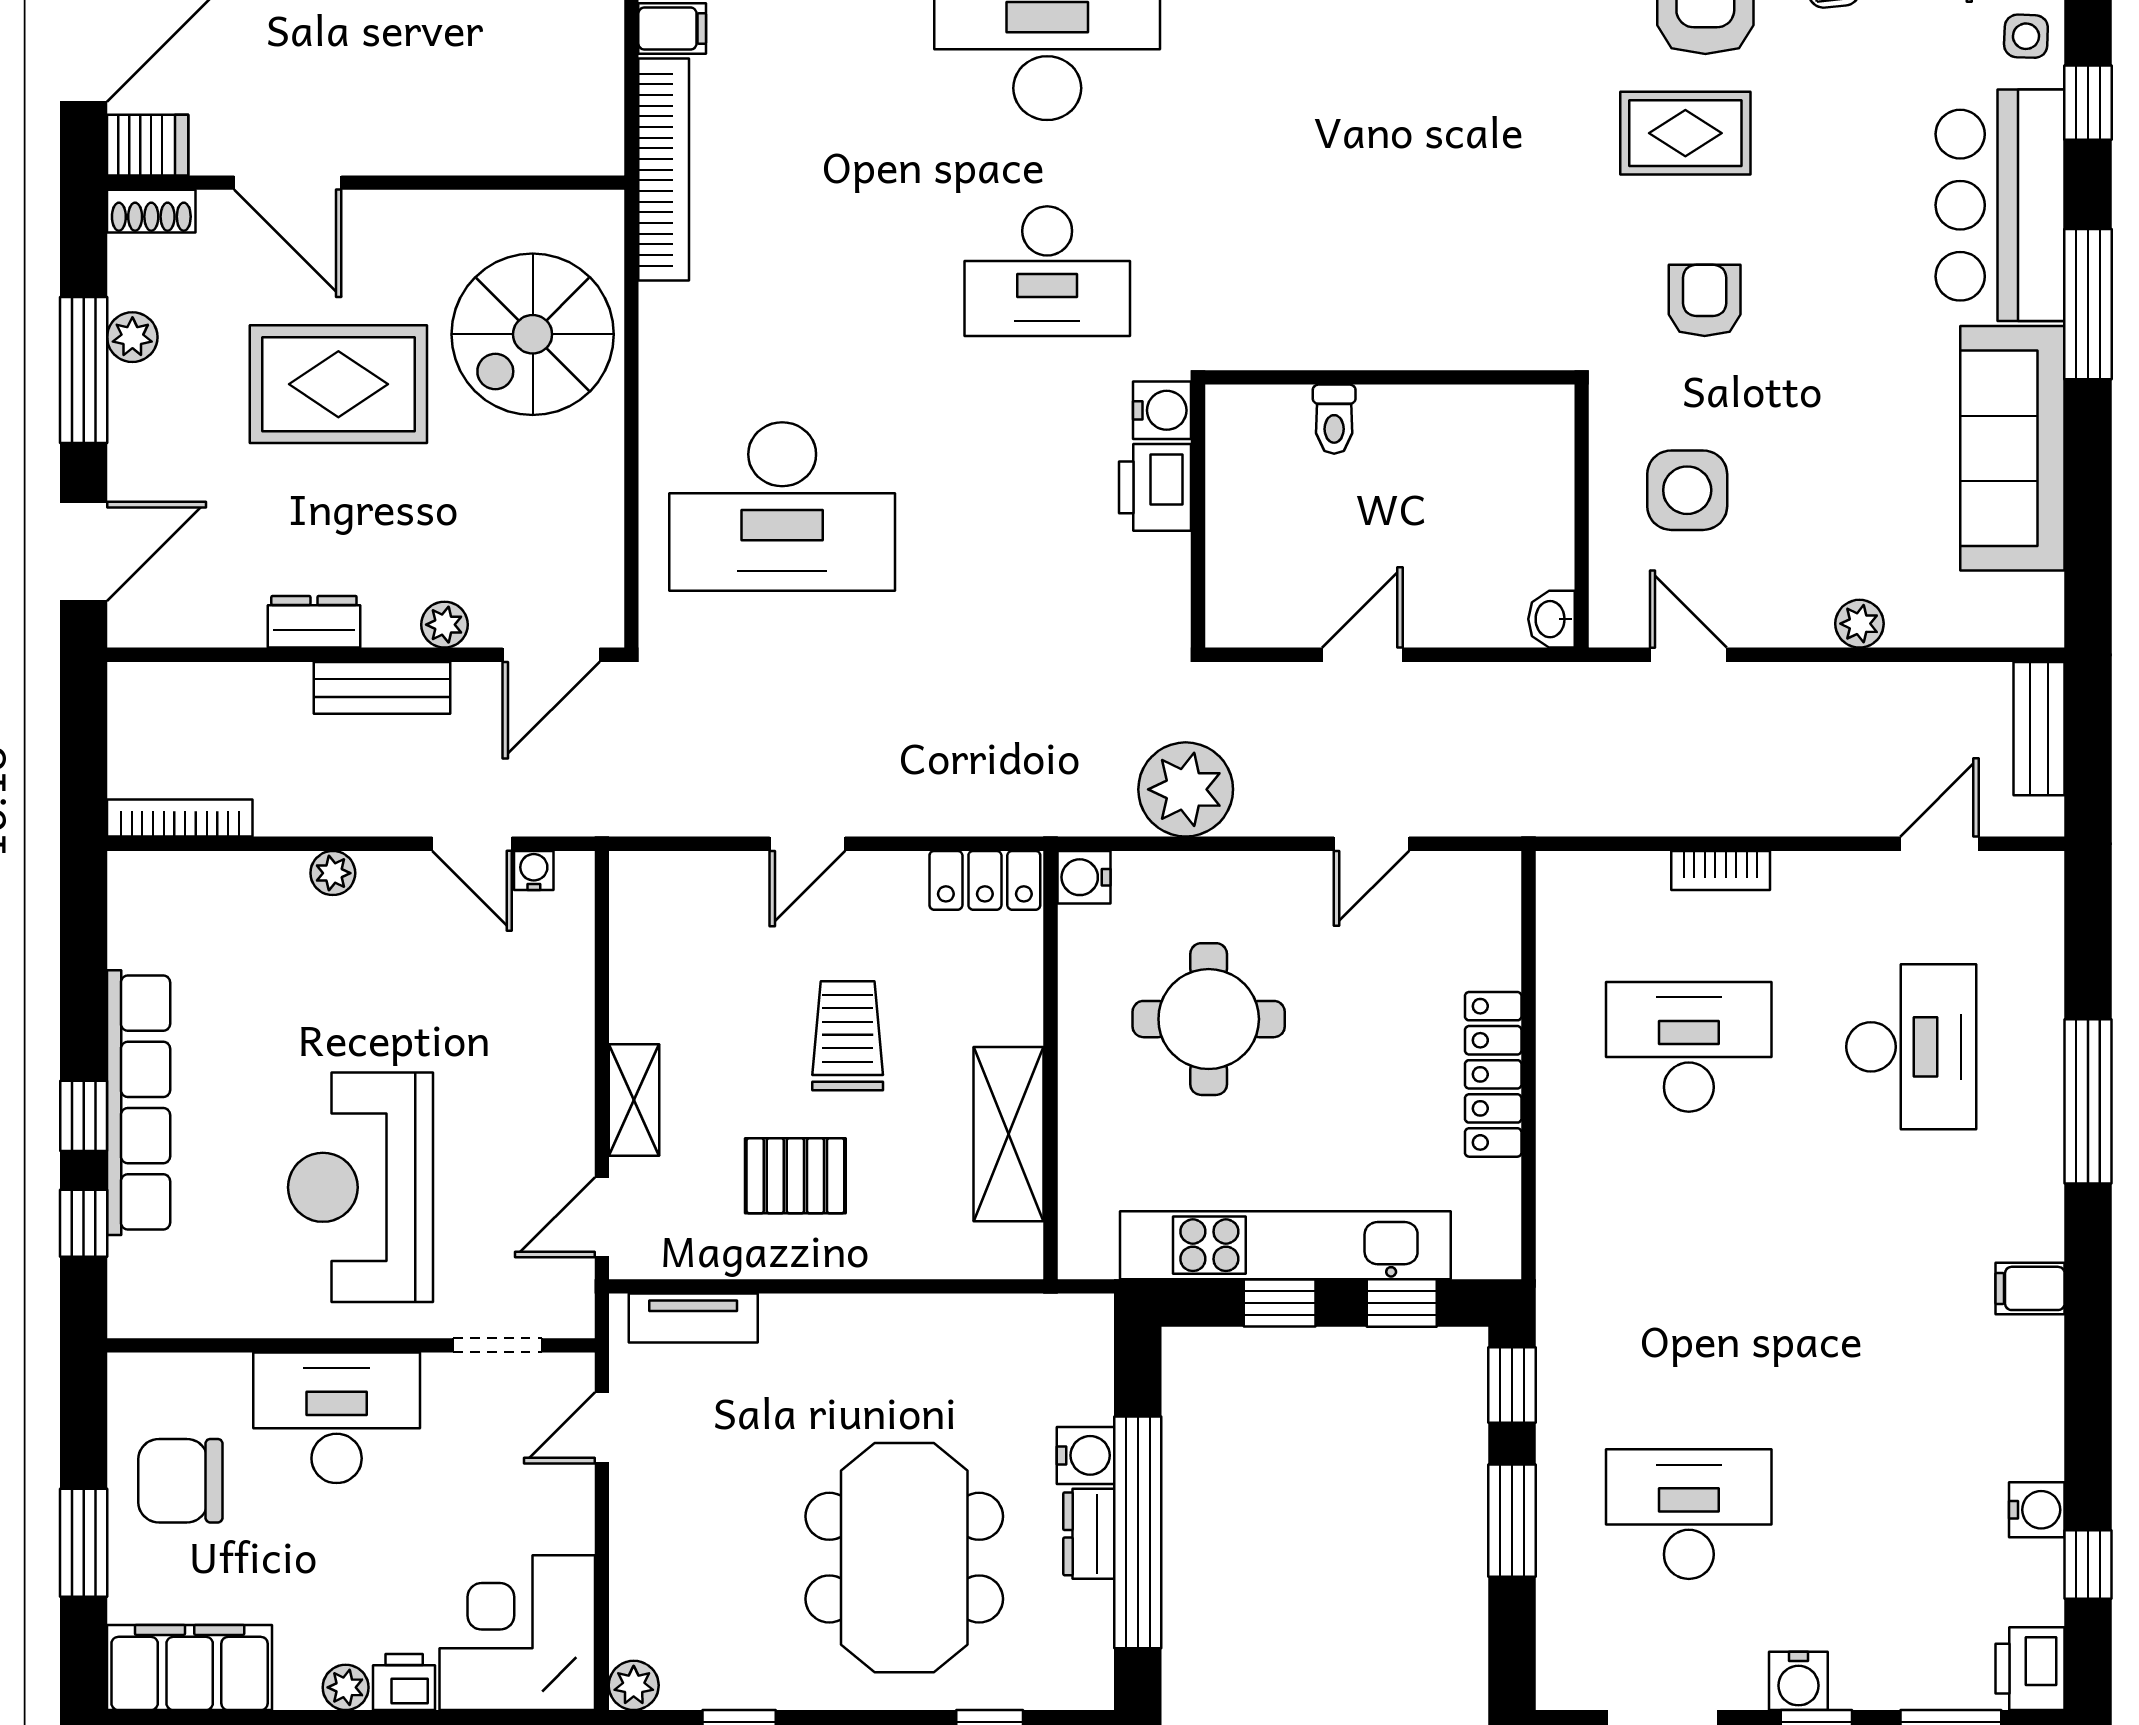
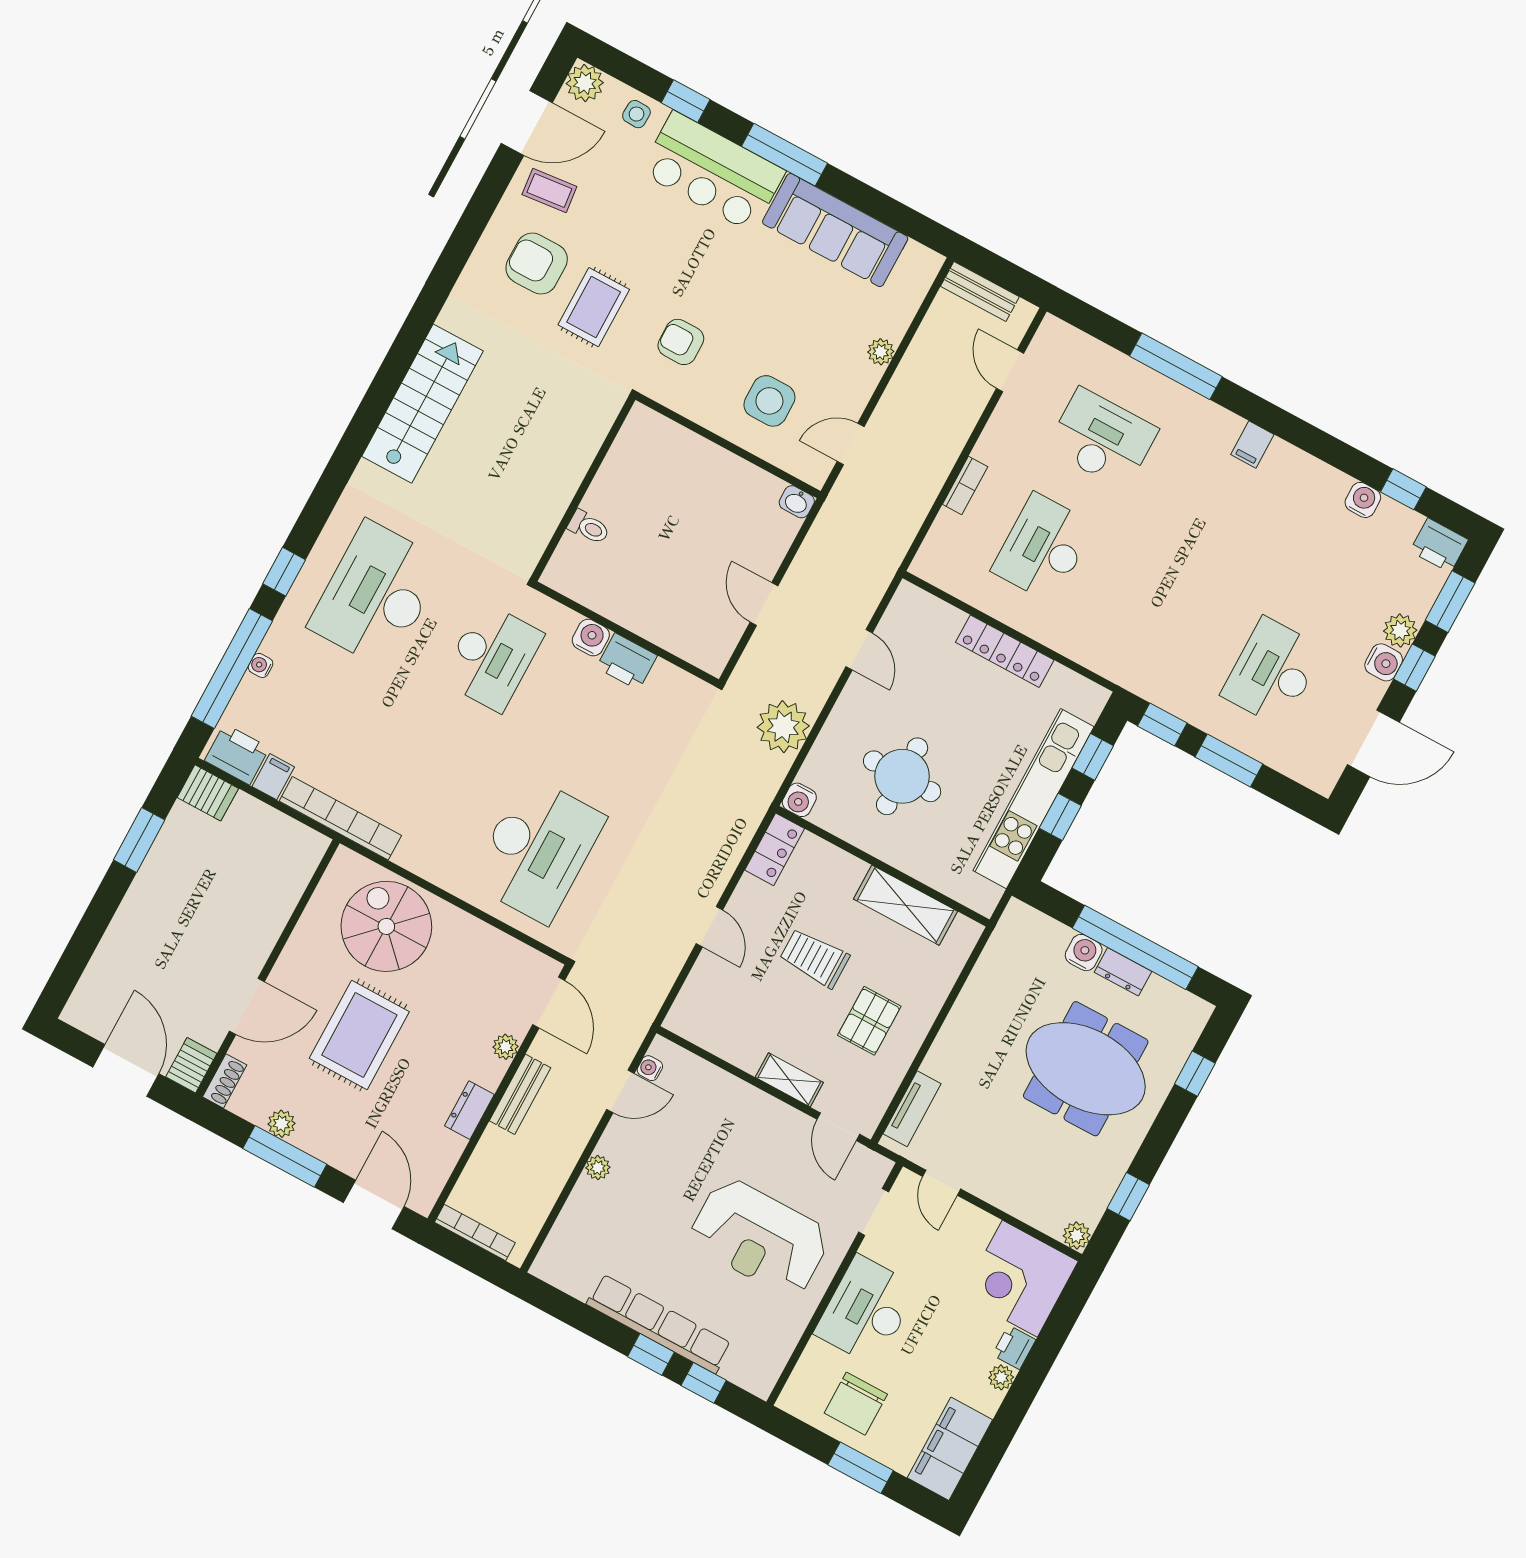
spiral stairs: (533, 334) -> (386, 926), turned 180
wall: (1390, 377) -> (583, 489), moved
toilet: (1334, 419) -> (589, 527), moved
bookcase: (180, 818) -> (475, 1232), moved, turned 90
plant: (1863, 1680) -> (1400, 631), added

